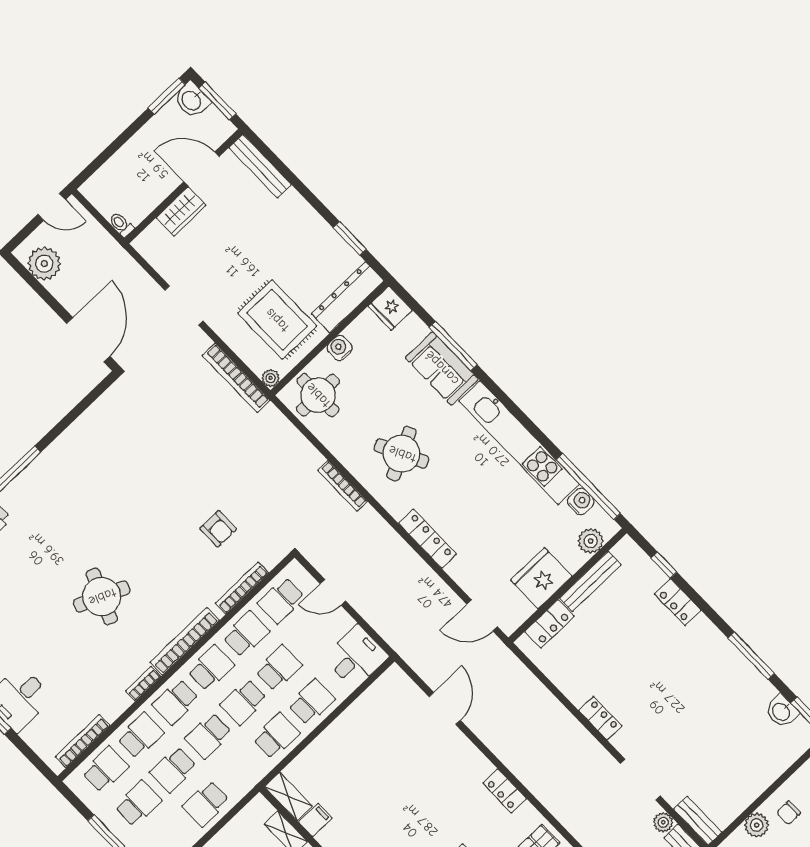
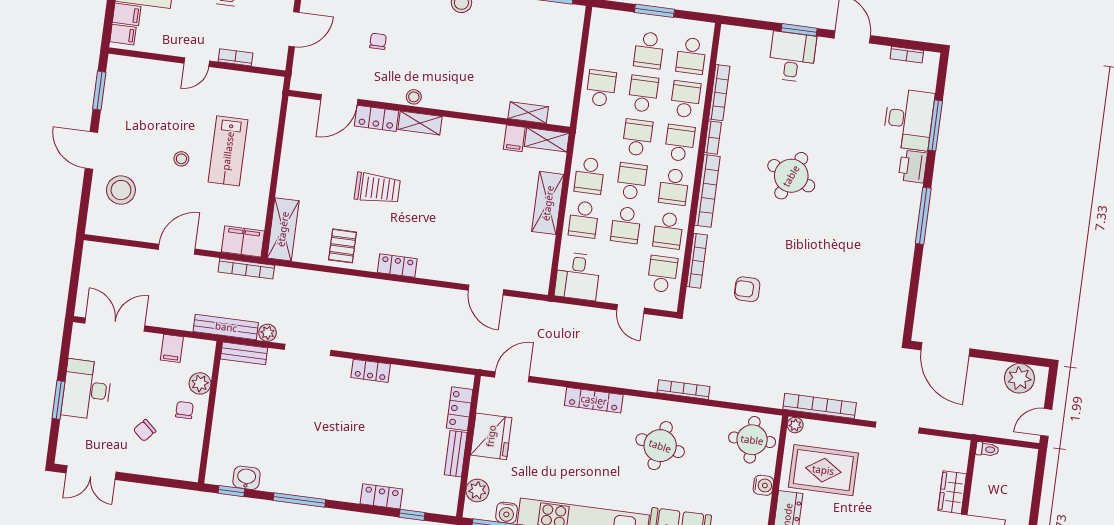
round table: (402, 454) -> (660, 446), turned 37
bench: (590, 581) -> (456, 454), width x0.73
door: (333, 592) -> (630, 309), swing flipped
school desk: (141, 736) -> (685, 99), turned 180
bookcase: (83, 741) -> (719, 93), moved
shelving: (331, 741) -> (548, 203), added

